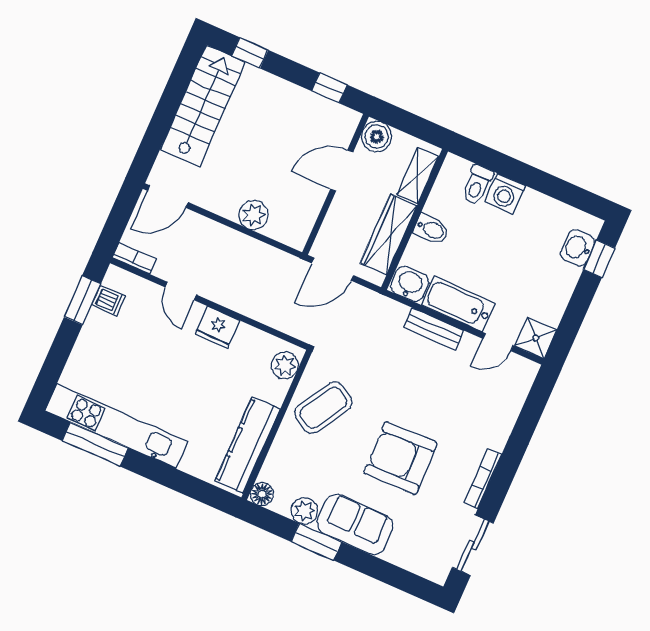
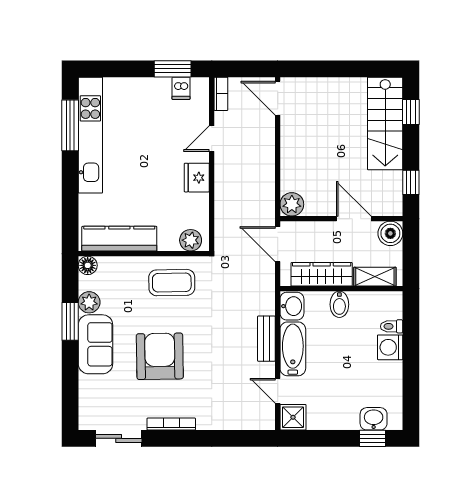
stairs: (203, 106) -> (385, 123), moved, turned 90
toilet: (477, 185) -> (392, 326), width x0.73, depth x0.72
plant: (254, 215) -> (292, 204), moved
coffee table: (323, 408) -> (172, 283), turned -32

